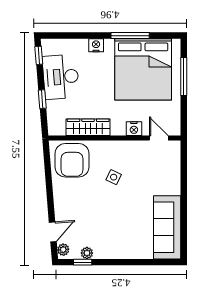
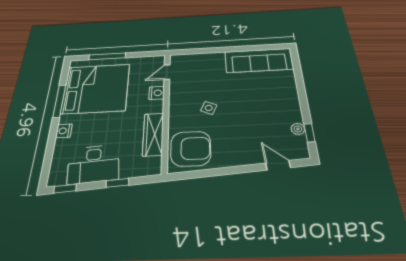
plant: (63, 250) -> (298, 153), removed

